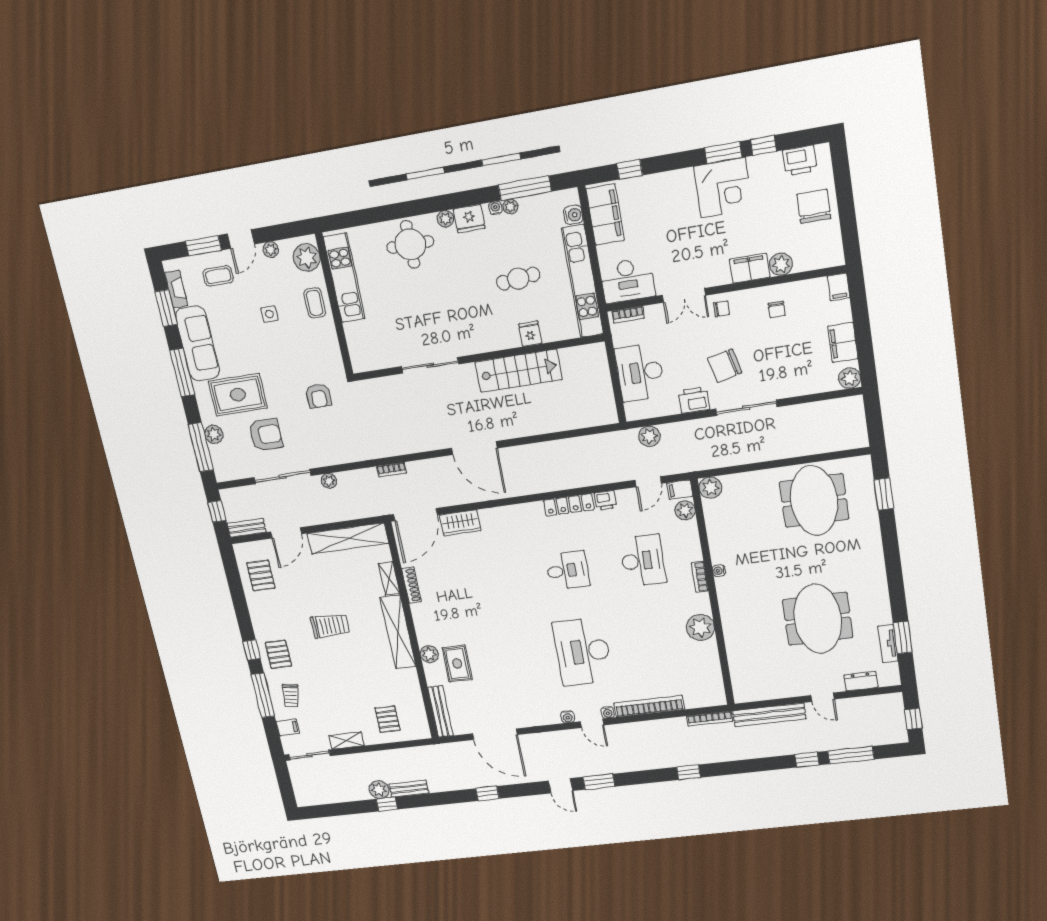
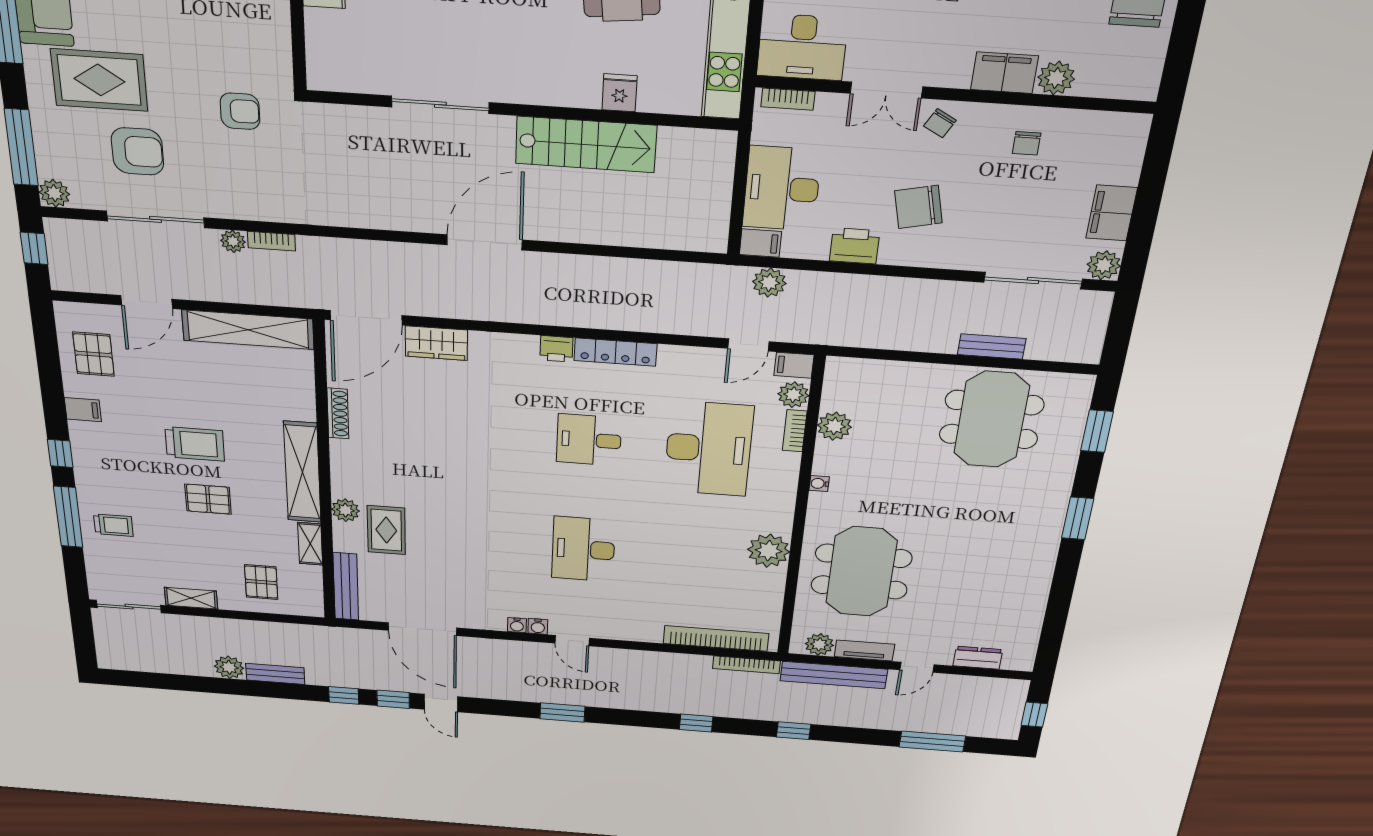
filing cabinet: (838, 287) -> (760, 243), moved, turned -90
chair: (721, 309) -> (940, 123), turned 119
armchair: (318, 396) -> (240, 111), turned -90
sliding door: (746, 408) -> (1033, 281), moved
plant: (214, 434) -> (54, 193), moved
door: (474, 448) -> (485, 242), swing flipped
bookcase: (392, 470) -> (271, 241), moved
plant: (710, 488) -> (834, 426), moved
printer: (605, 500) -> (556, 349), moved
bench: (247, 528) -> (992, 347), moved
desk: (643, 561) -> (708, 449), width x1.36, depth x1.30
desk: (567, 570) -> (589, 440), turned 180
bookcase: (700, 577) -> (795, 431), moved
shelving: (389, 578) -> (310, 544), moved
meeting table: (818, 619) -> (861, 572), moved
window: (903, 637) -> (1078, 518), moved
tv unit: (888, 644) -> (864, 650), moved, turned 90
desk: (583, 652) -> (583, 549), width x0.73, depth x0.77
pallet: (278, 654) -> (208, 499), moved, turned 90
plant: (753, 693) -> (819, 644), added
trolley: (291, 696) -> (113, 525), turned -100
door: (823, 697) -> (917, 667), hinge flipped
bookcase: (649, 706) -> (716, 638), moved
water cooler: (608, 712) -> (517, 625), moved
filing cabinet: (288, 727) -> (83, 410), moved
window: (807, 760) -> (794, 731), moved
door: (561, 786) -> (441, 703), moved
window: (387, 804) -> (344, 695), moved

